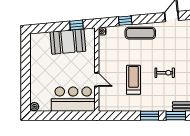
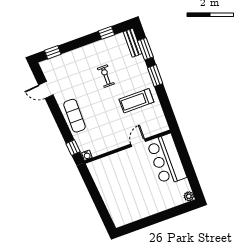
window: (125, 21) -> (73, 148), moved
window: (77, 25) -> (90, 184), removed
booth: (68, 42) -> (110, 186), removed
treadmill: (133, 80) -> (136, 101), moved

